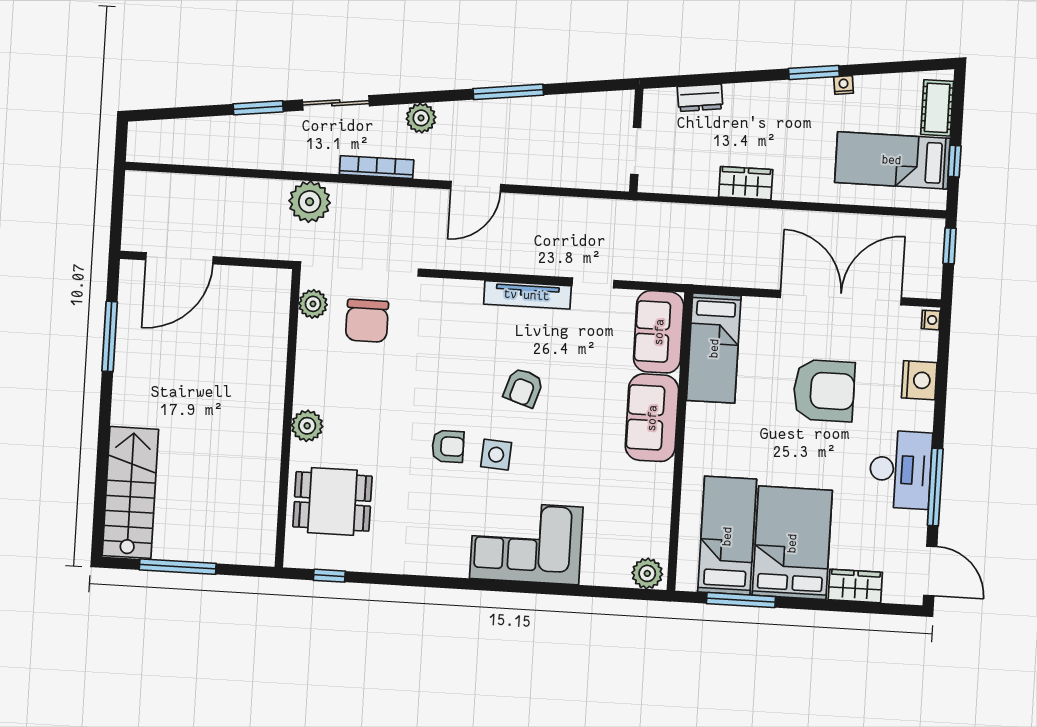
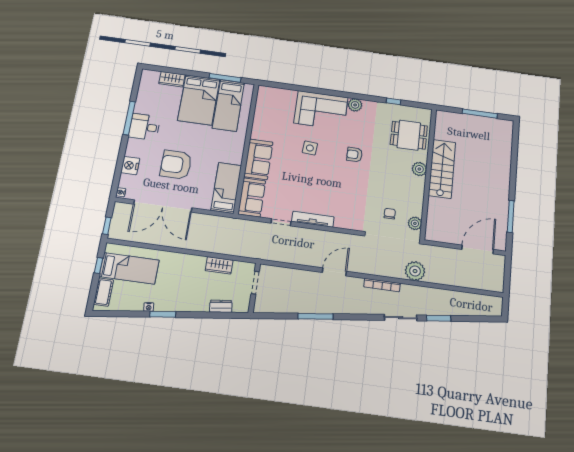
plant: (421, 118) -> (359, 307), removed
wardrobe: (746, 183) -> (219, 265), moved
chair: (367, 321) -> (390, 214), width x0.54, depth x0.54
armchair: (523, 388) -> (318, 178), removed
side table: (496, 455) -> (310, 148), moved
desk: (900, 470) -> (144, 127), width x0.73
stairs: (130, 492) -> (442, 169), moved, turned 180
door: (930, 571) -> (137, 83), removed
plant: (647, 573) -> (355, 105), moved
window: (329, 576) -> (393, 101), moved

